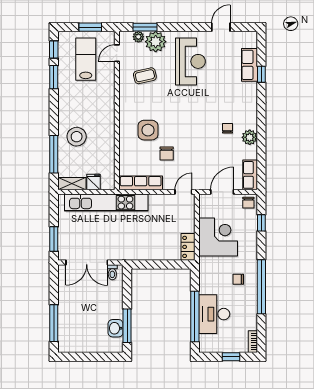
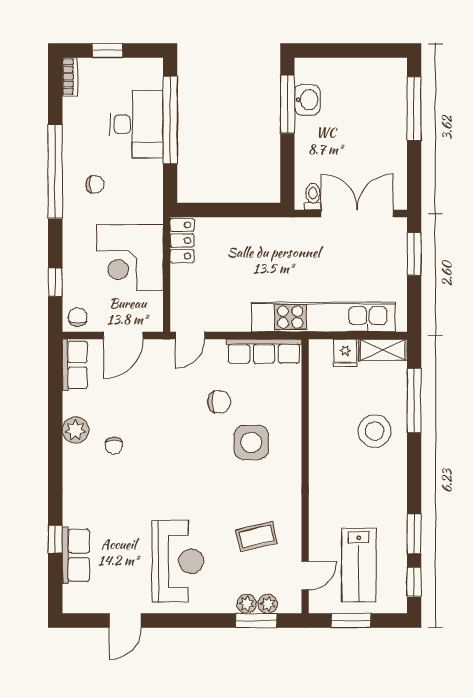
plant: (156, 42) -> (247, 604), width x0.53, depth x0.53
reception desk: (190, 61) -> (178, 561), turned 180
chair: (167, 154) -> (219, 402), turned 90

